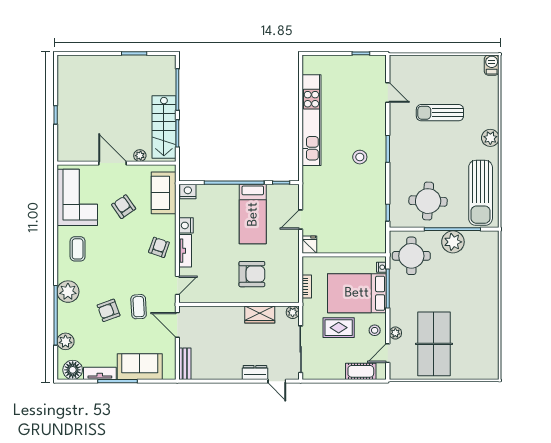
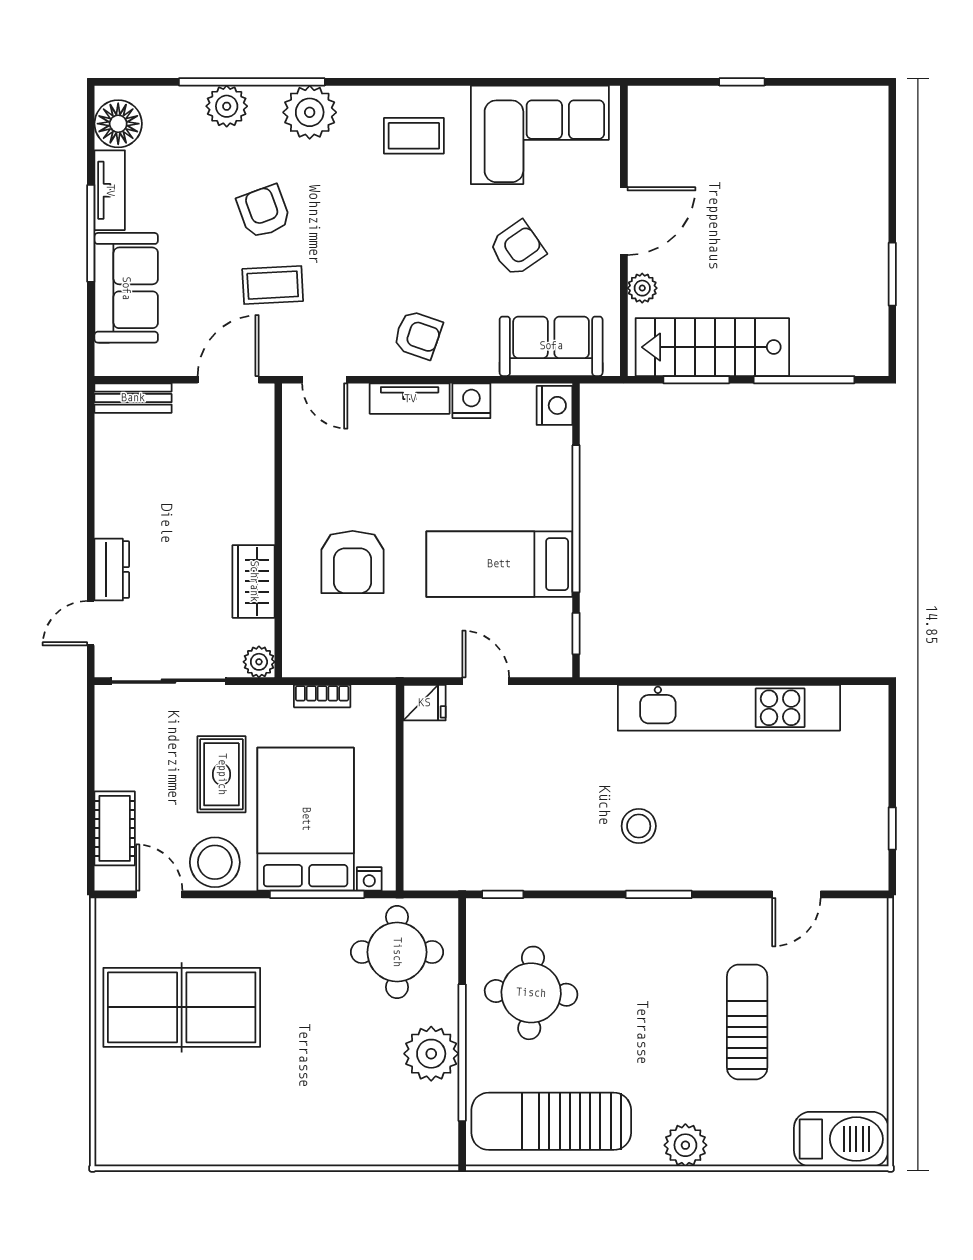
barbecue: (492, 65) -> (841, 1139), width x1.88, depth x1.53
stool: (375, 330) -> (215, 862), width x1.89, depth x1.89
plant: (395, 333) -> (208, 913), removed
plant: (65, 341) -> (227, 106), moved

